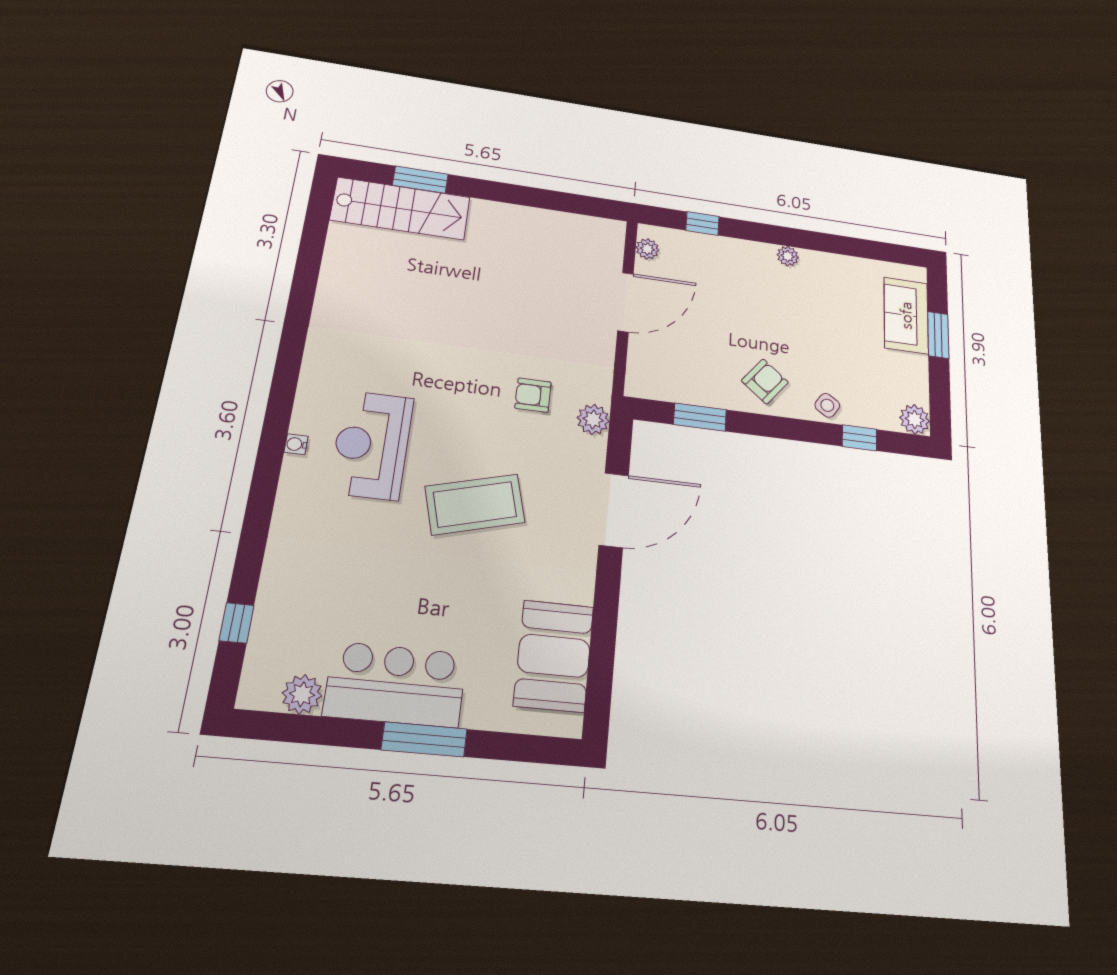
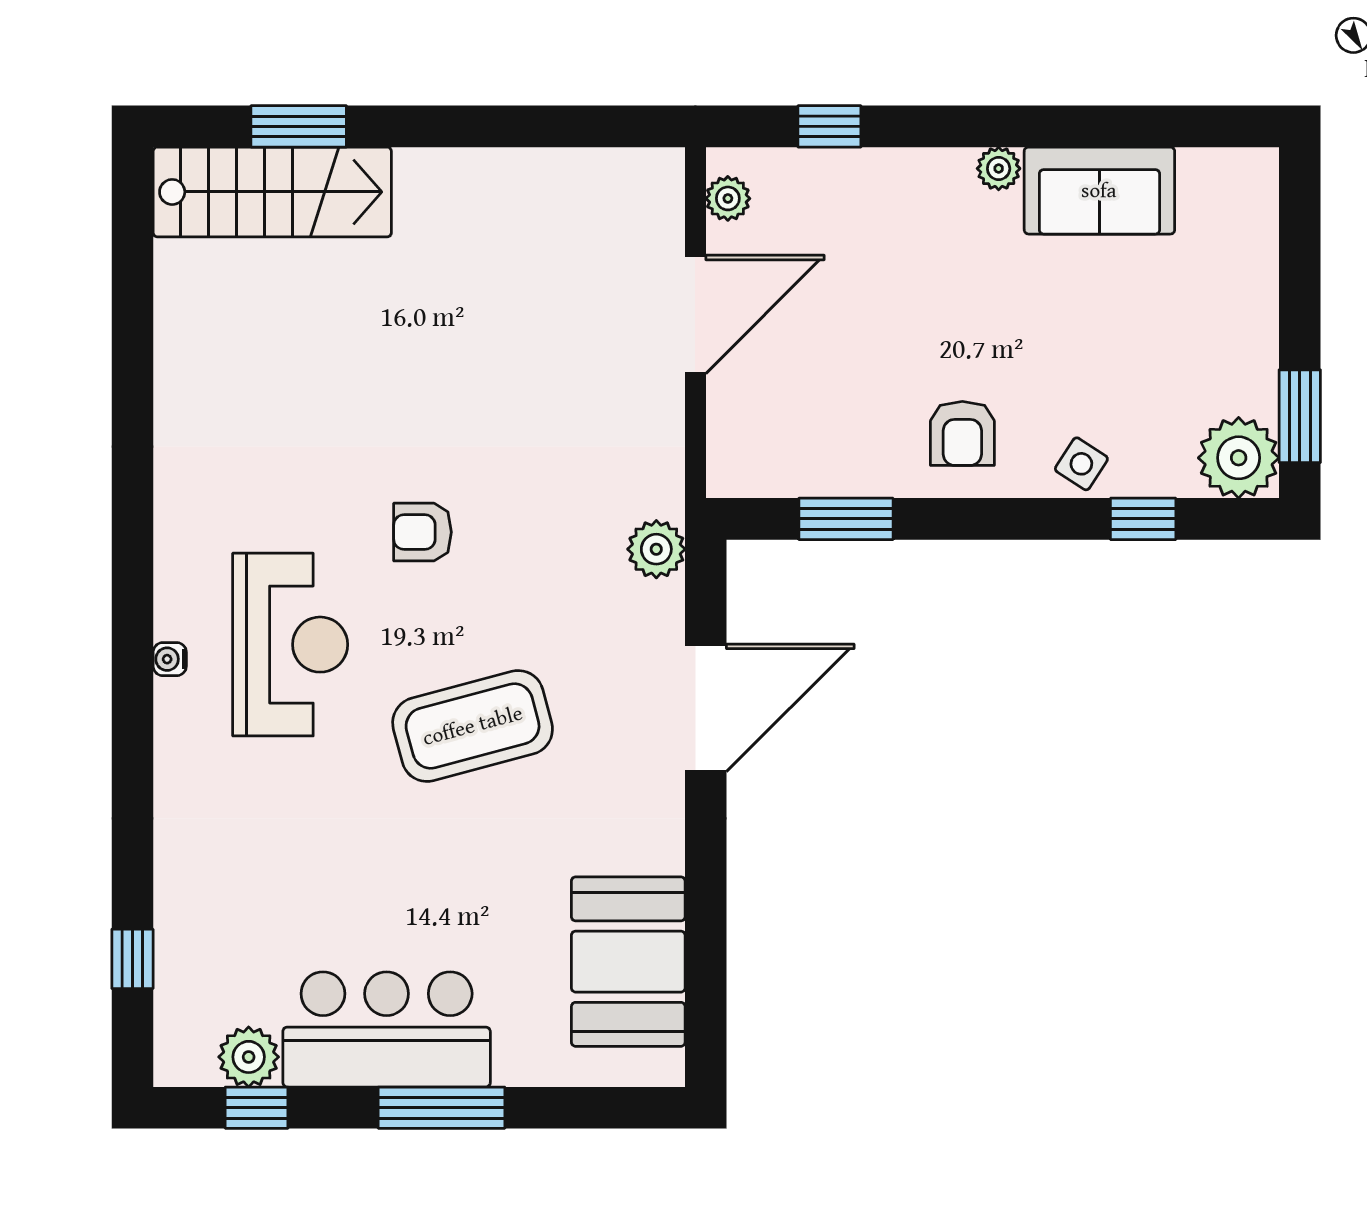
sofa: (906, 315) -> (1099, 191), moved, turned -90
window: (938, 335) -> (1300, 416), moved
armchair: (765, 381) -> (962, 433), turned 141
armchair: (533, 395) -> (423, 532), moved
plant: (915, 419) -> (1239, 458), width x1.36, depth x1.36
reception desk: (372, 445) -> (290, 645), turned 180
window: (301, 729) -> (257, 1108), added

